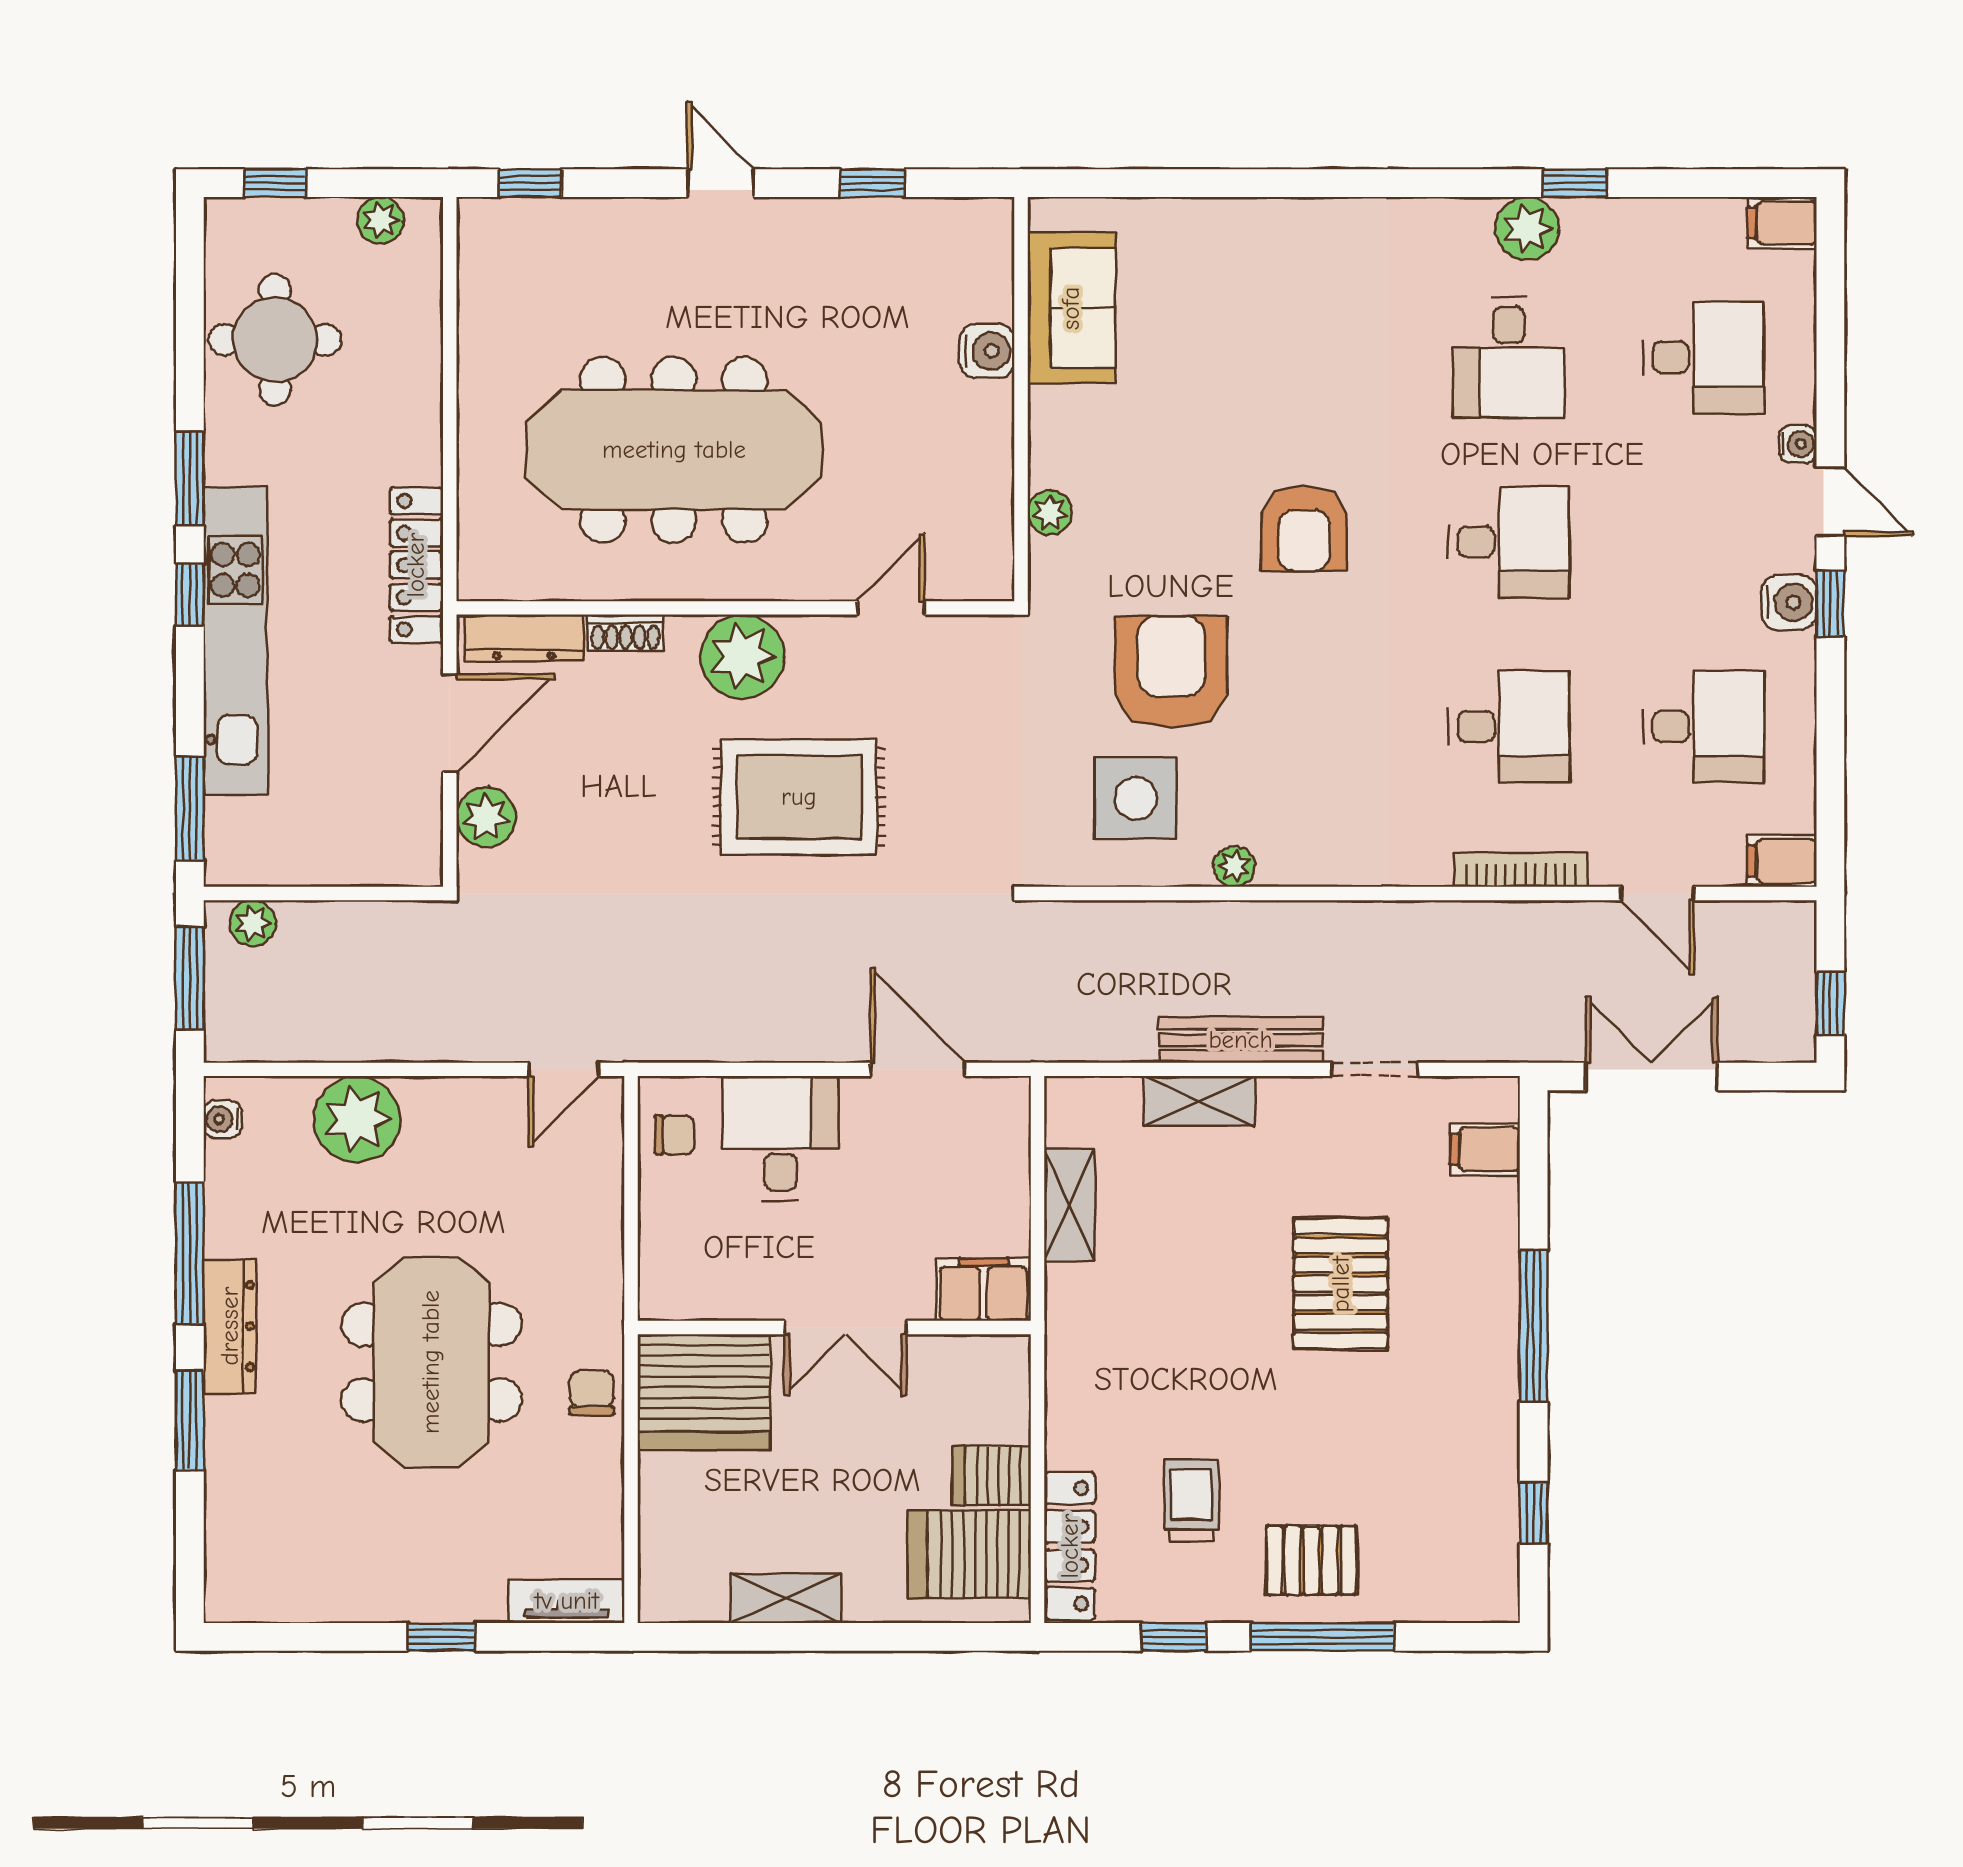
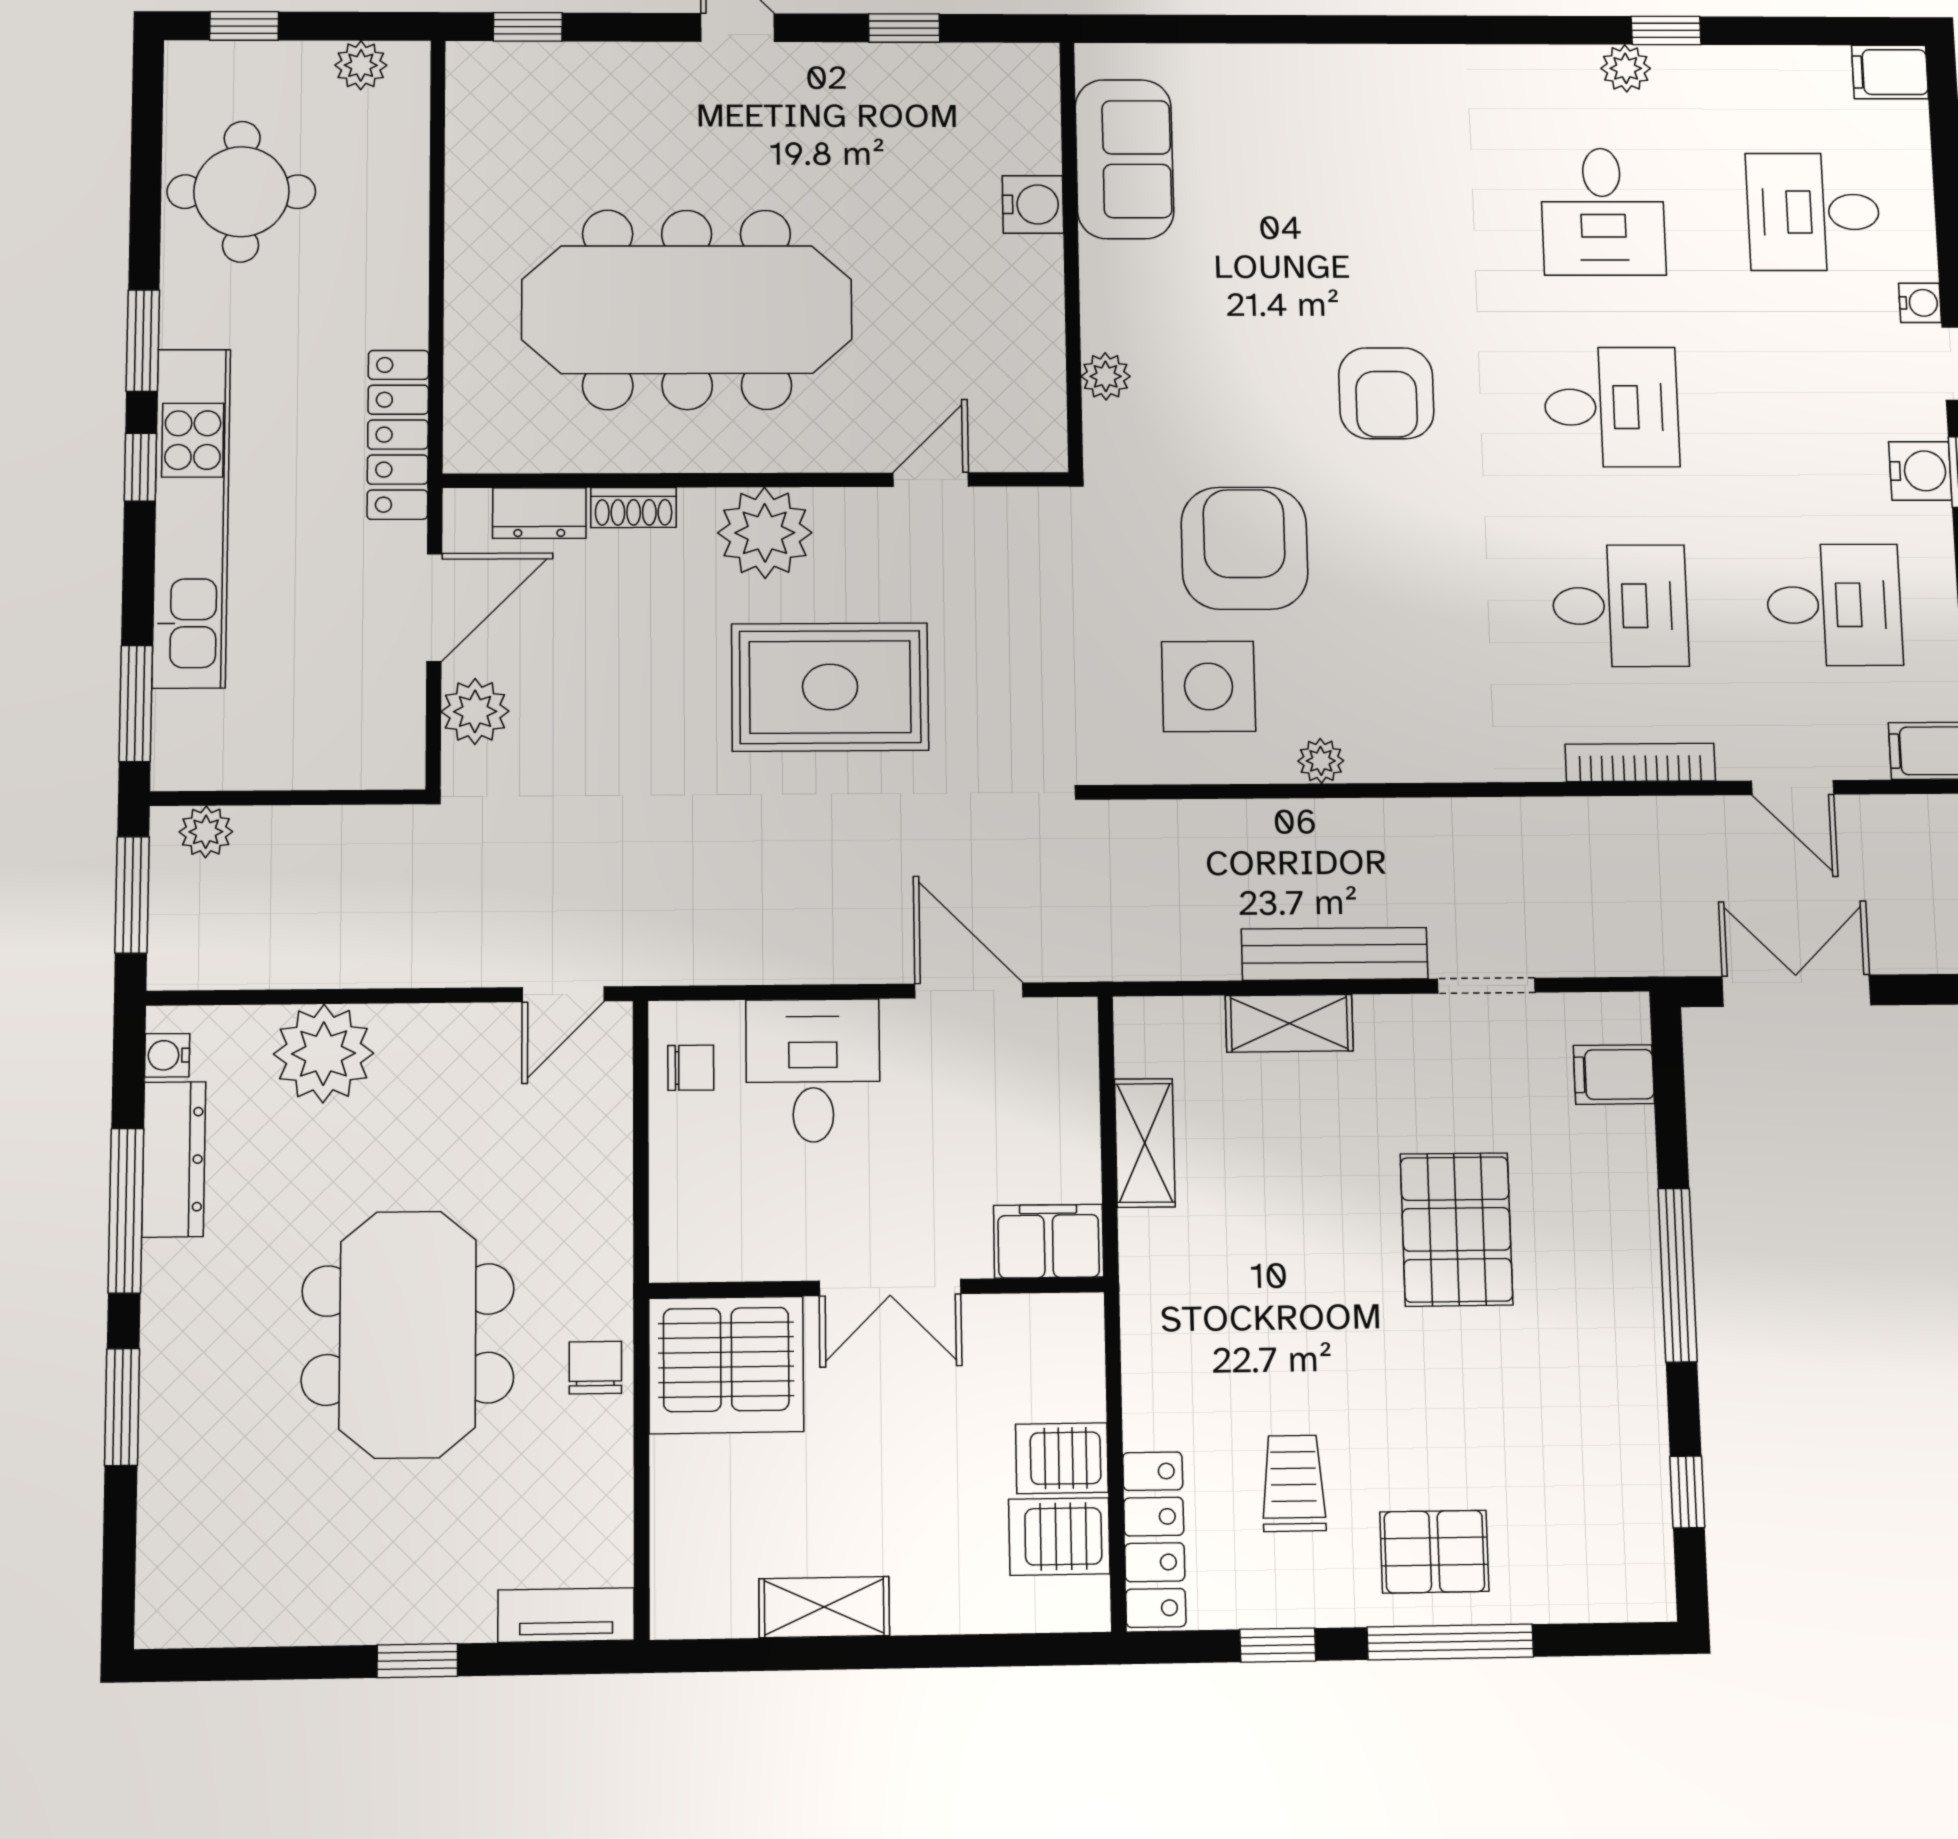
plant: (1527, 229) -> (1626, 68), width x0.73, depth x0.73
desk: (1704, 357) -> (1813, 212), turned 180
dresser: (524, 638) -> (539, 513), width x0.70
dresser: (230, 1326) -> (174, 1159), moved
server rack: (969, 1554) -> (1059, 1537), width x0.73, depth x0.70

